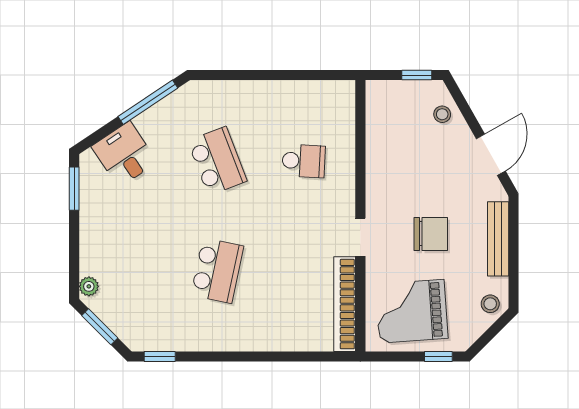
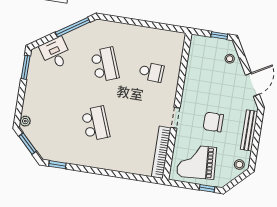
chair: (431, 234) -> (213, 122), turned 180
school desk: (217, 271) -> (96, 123), turned -33

